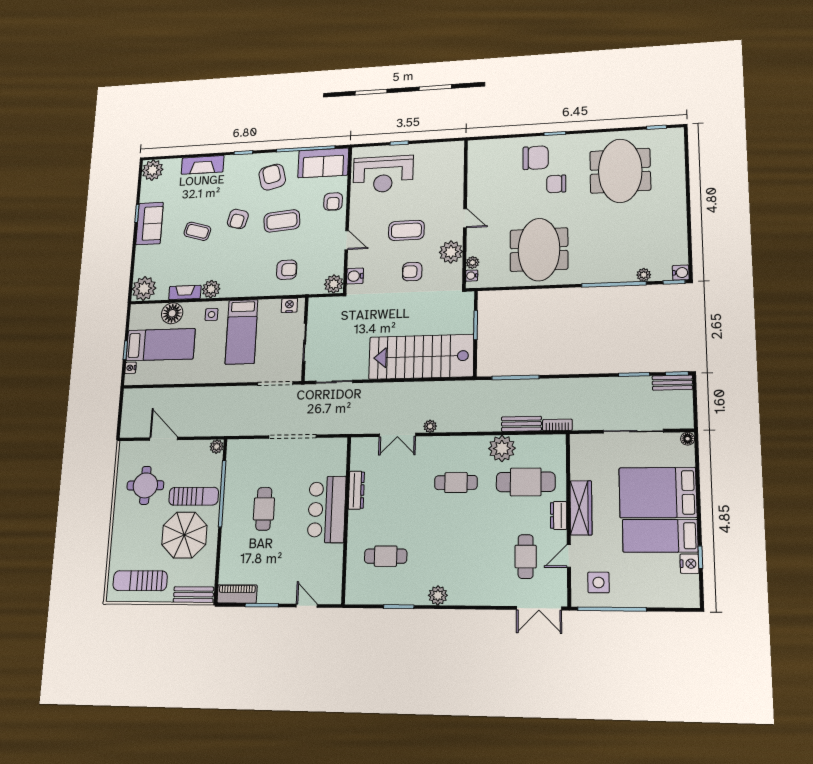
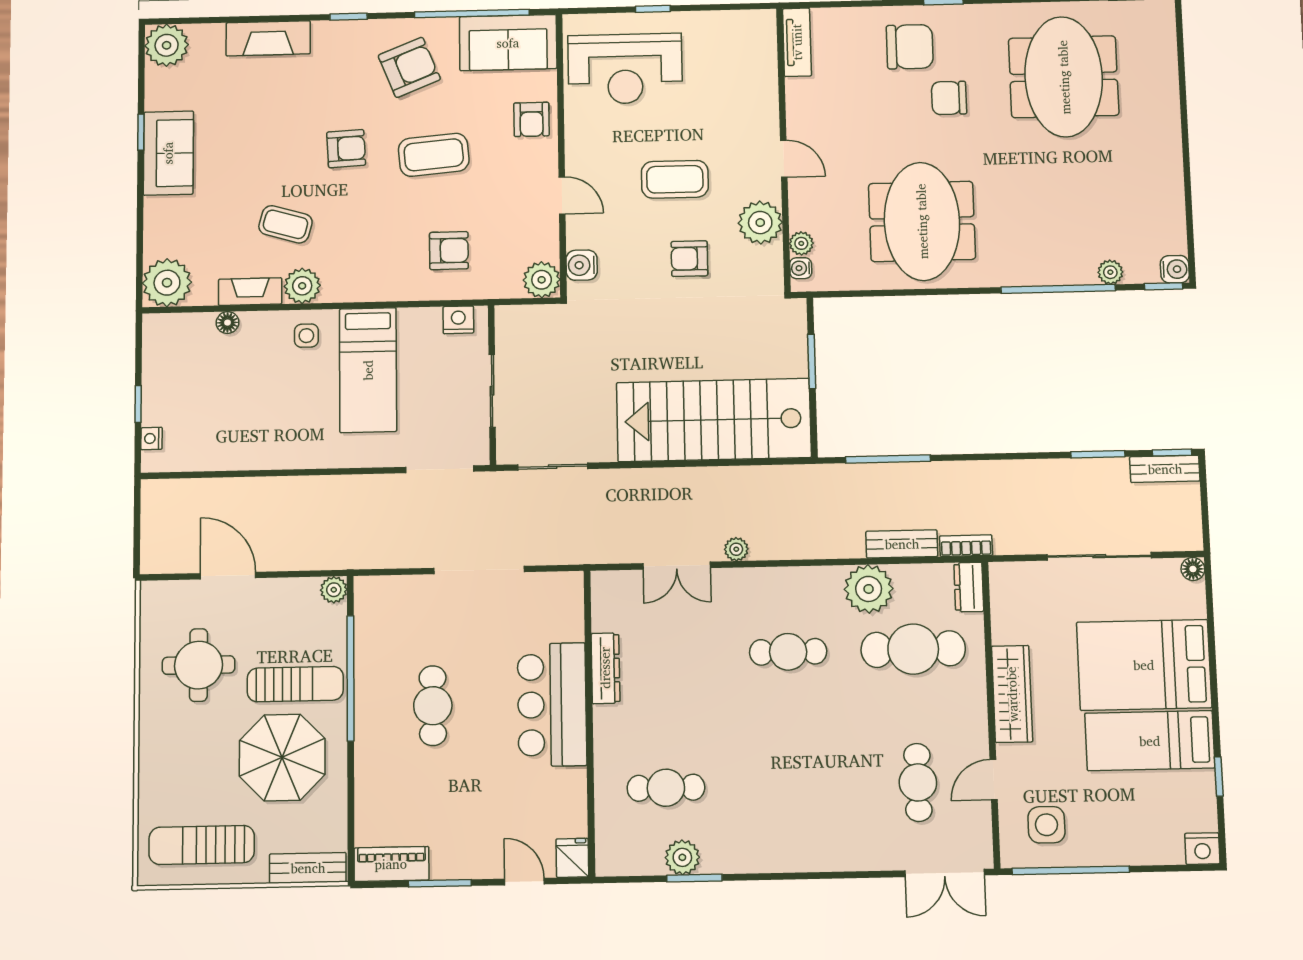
tv unit: (475, 157) -> (797, 42), added
armchair: (272, 177) -> (409, 67), turned 82
armchair: (238, 219) -> (346, 149), turned -108
coffee table: (197, 231) -> (285, 224), moved
floor lamp: (172, 313) -> (227, 323), width x0.53, depth x0.53
bed: (160, 345) -> (208, 394), removed
dresser: (559, 515) -> (969, 587), moved
nightstand: (689, 564) -> (1202, 849), moved, turned 90
fridge: (333, 593) -> (572, 858), added
plant: (438, 595) -> (682, 857), moved

